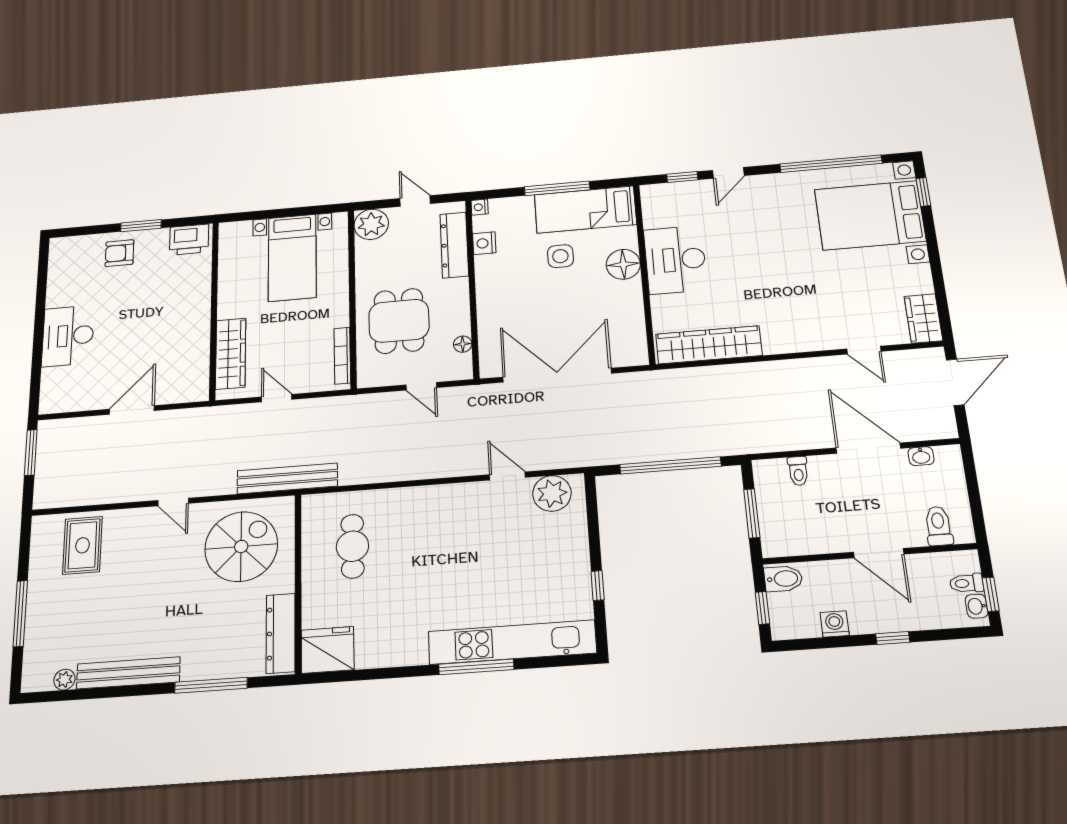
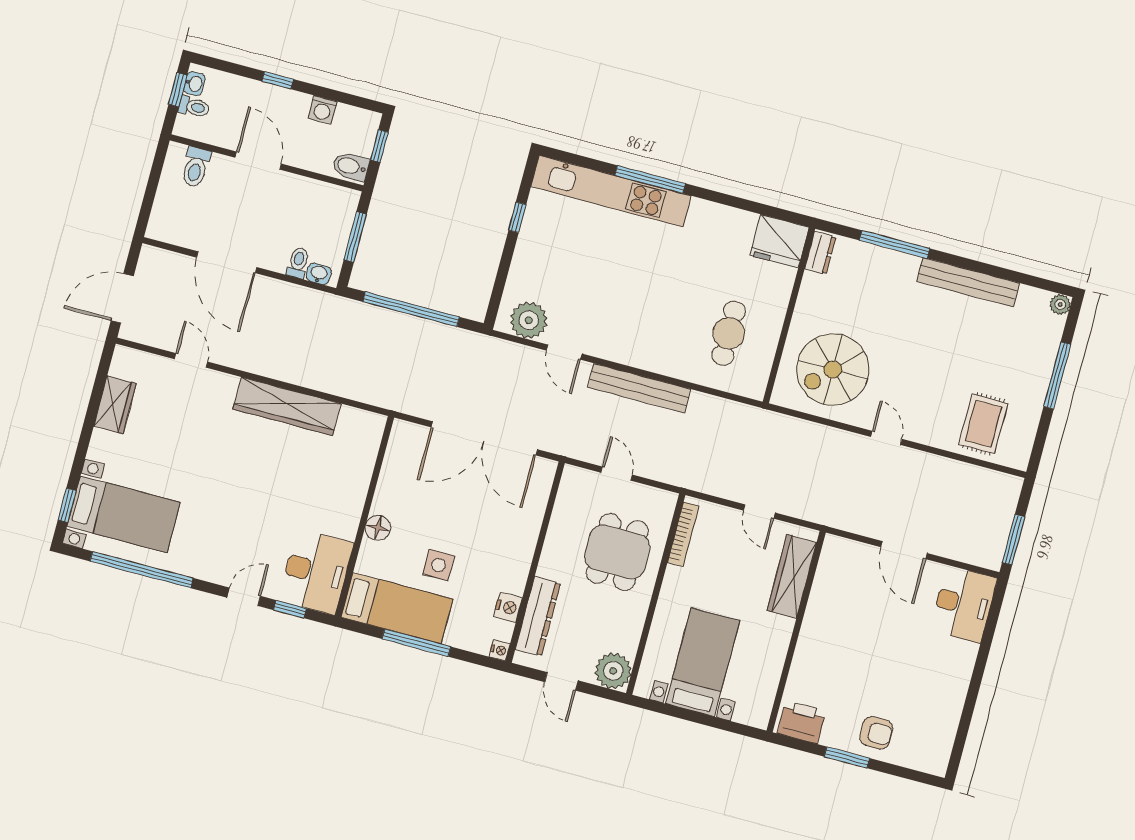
bed with nightstands: (870, 215) -> (124, 514), width x0.73
desk: (675, 260) -> (316, 572), moved
floor lamp: (623, 264) -> (378, 528), width x0.73, depth x0.73
wardrobe: (923, 318) -> (115, 405), moved
desk: (68, 336) -> (963, 604), moved
floor lamp: (463, 344) -> (563, 504), removed
wardrobe: (709, 345) -> (287, 406), moved
door: (132, 410) -> (904, 550), hinge flipped
washbasin: (921, 456) -> (319, 274), moved
bench: (287, 478) -> (639, 388), moved
dresser: (281, 633) -> (820, 253), width x0.51, depth x0.80
plant: (64, 680) -> (1060, 304), moved

